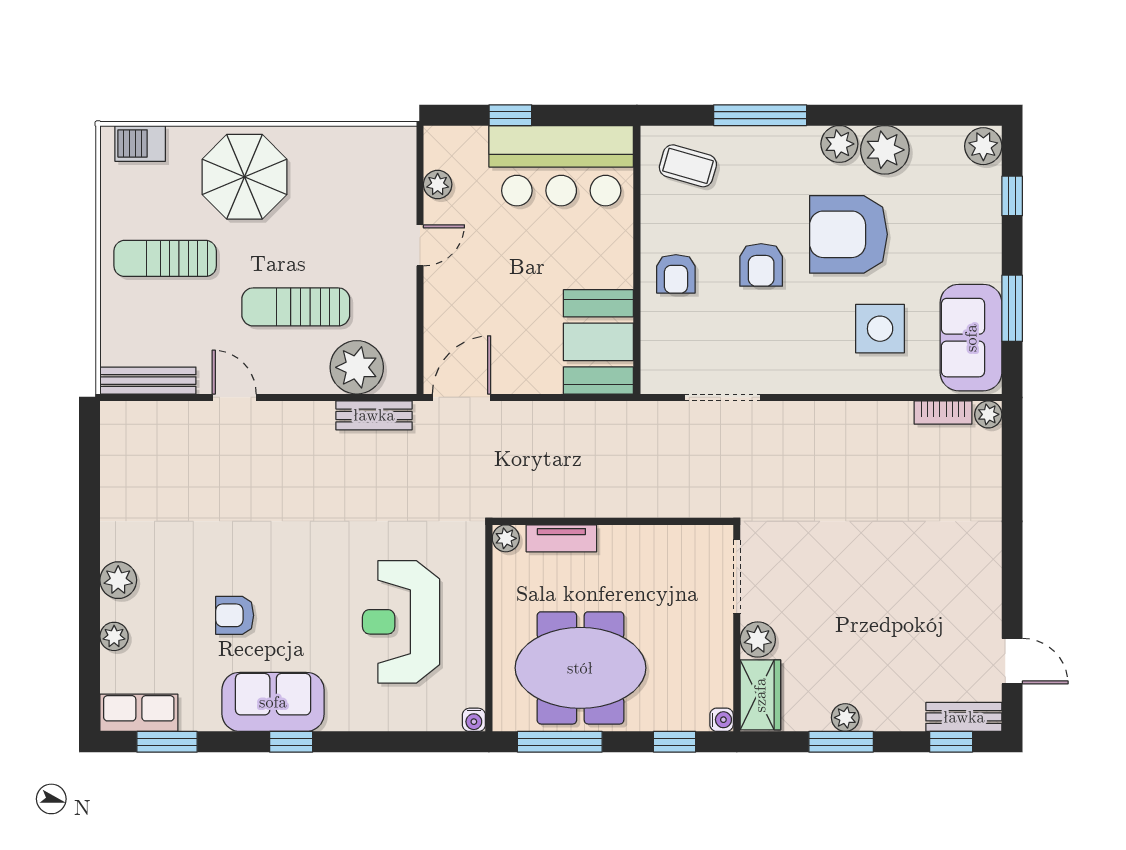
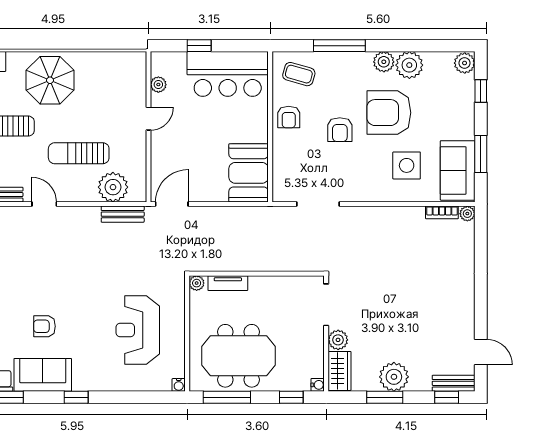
armchair: (676, 274) -> (289, 117), moved
sofa: (273, 702) -> (43, 375), moved
plant: (845, 718) -> (394, 377), width x1.87, depth x1.87

